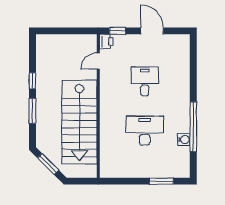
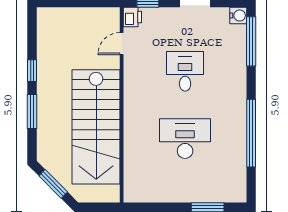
window: (193, 59) -> (251, 41), added
water cooler: (184, 140) -> (238, 15), moved

